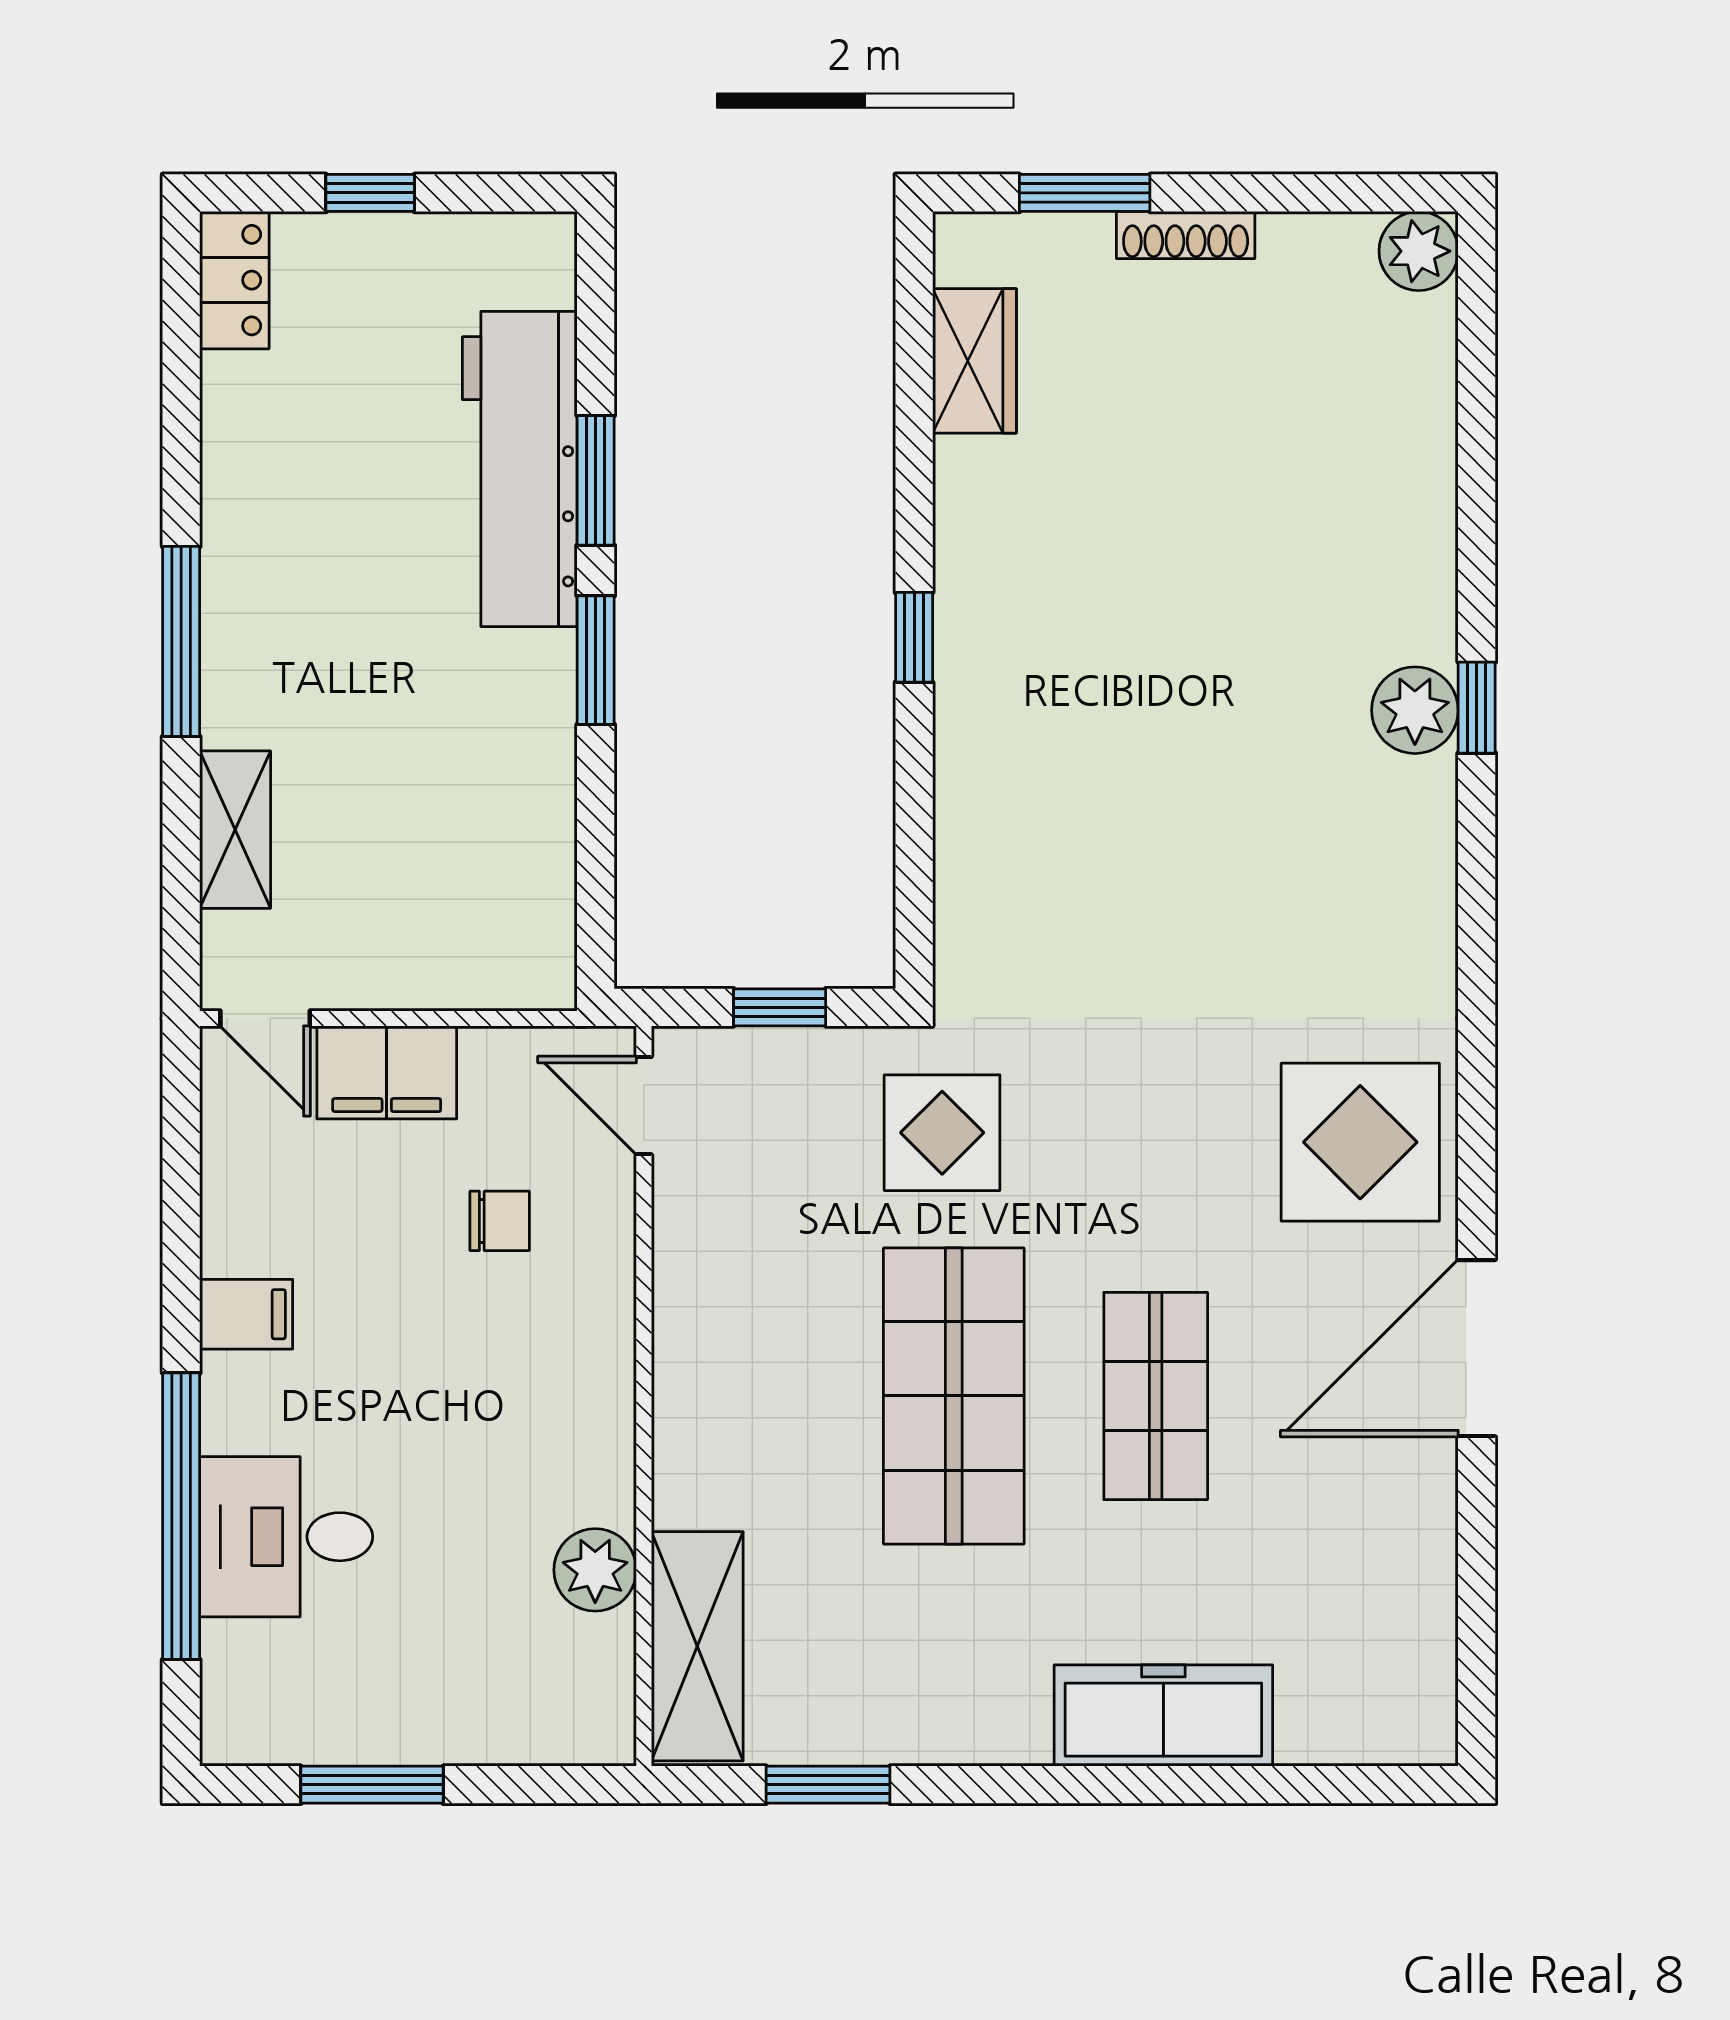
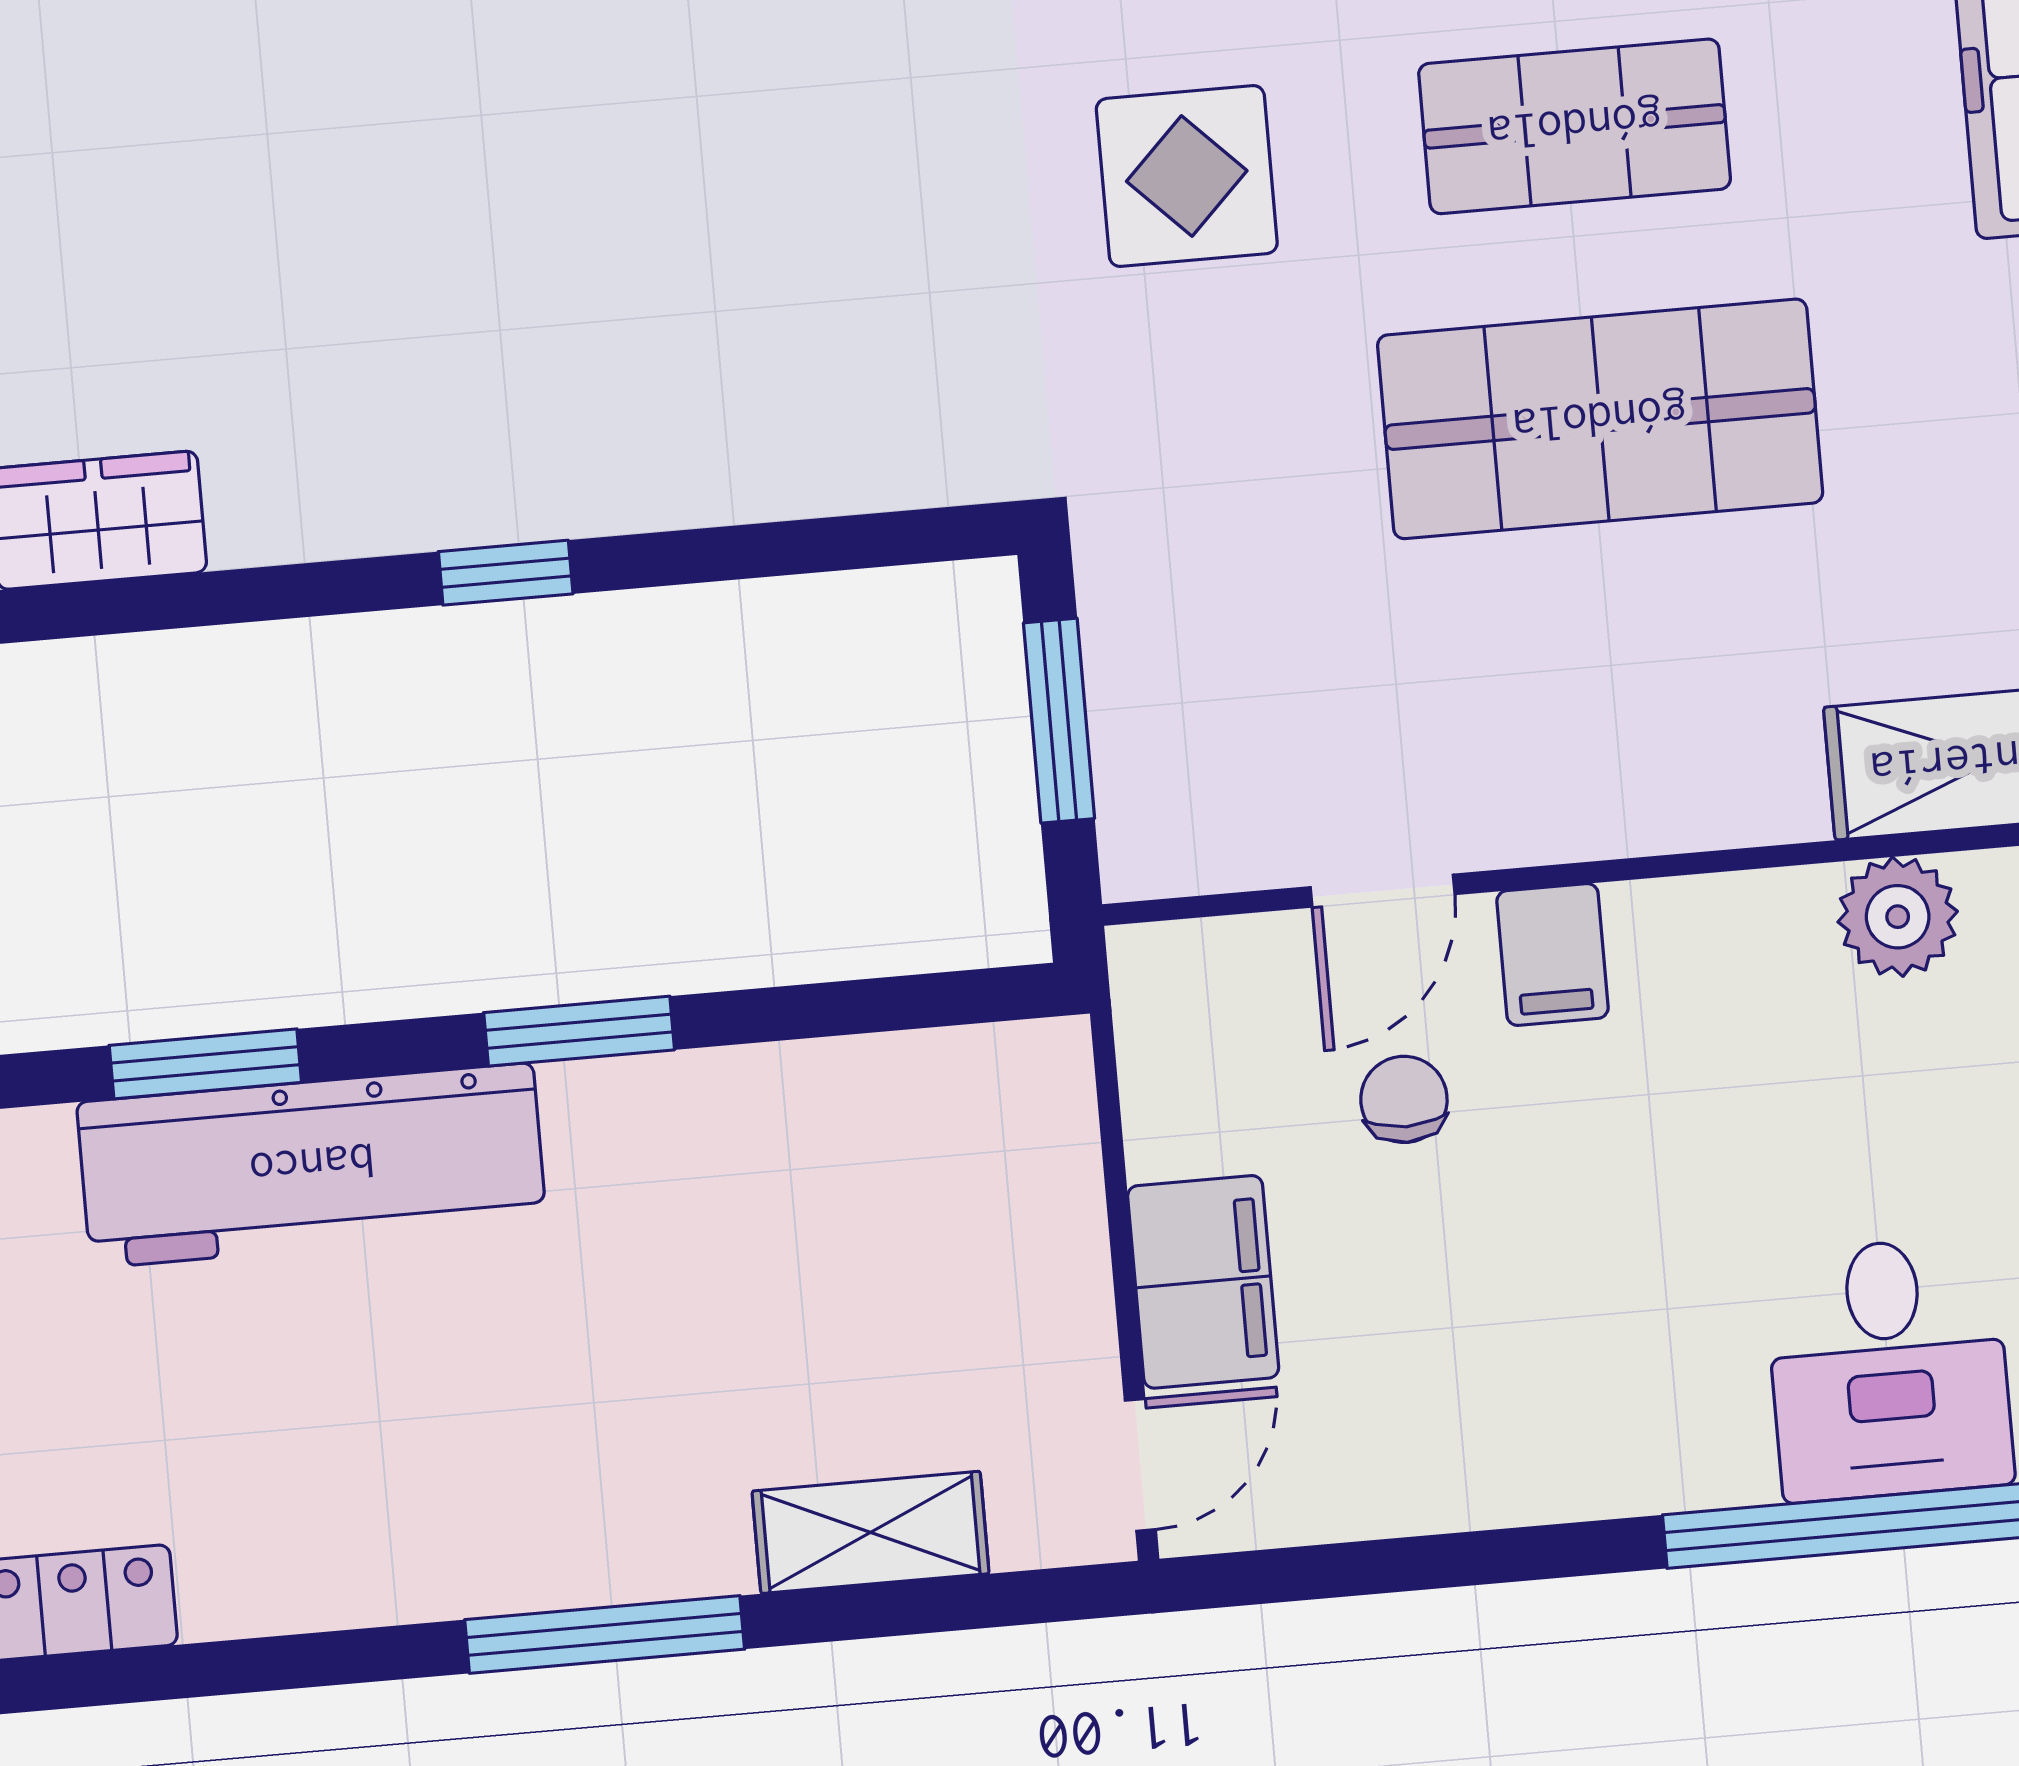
window: (596, 480) -> (205, 1064), moved
window: (780, 1007) -> (1059, 721), width x1.50
door: (644, 1106) -> (1383, 891), moved
display table: (942, 1133) -> (1187, 176), moved
filing cabinet: (246, 1314) -> (1552, 955), moved, turned 180

